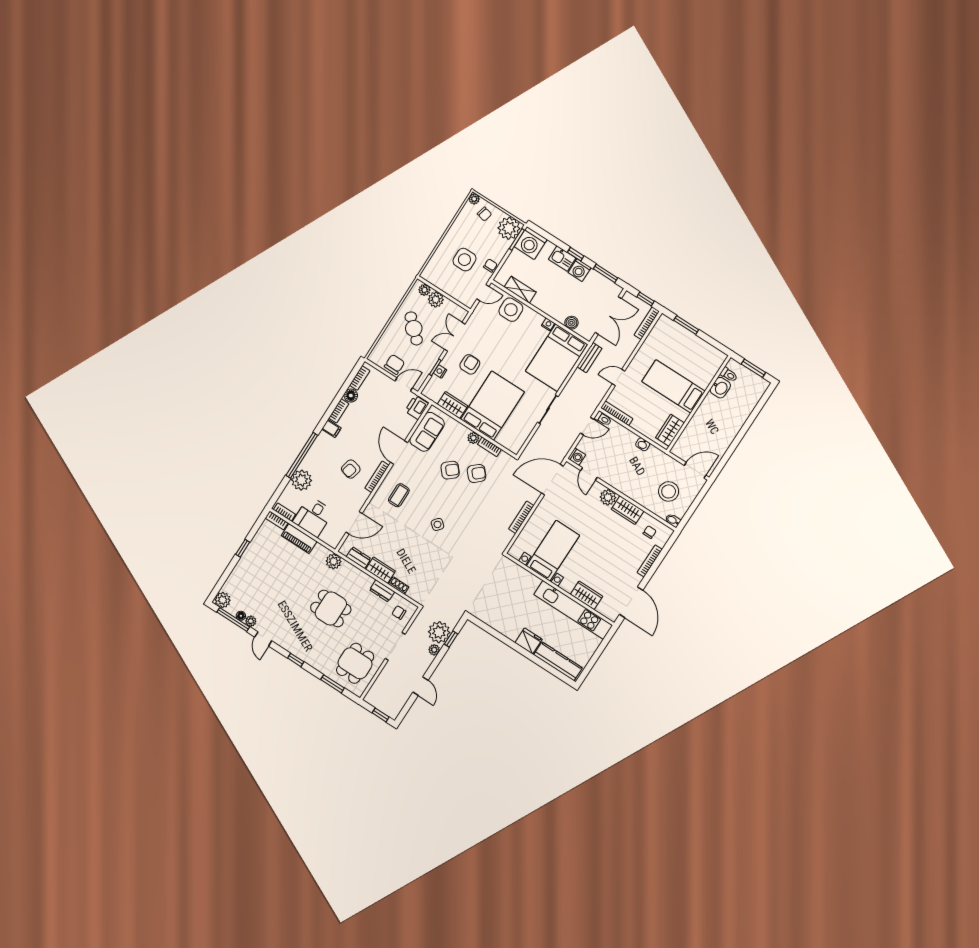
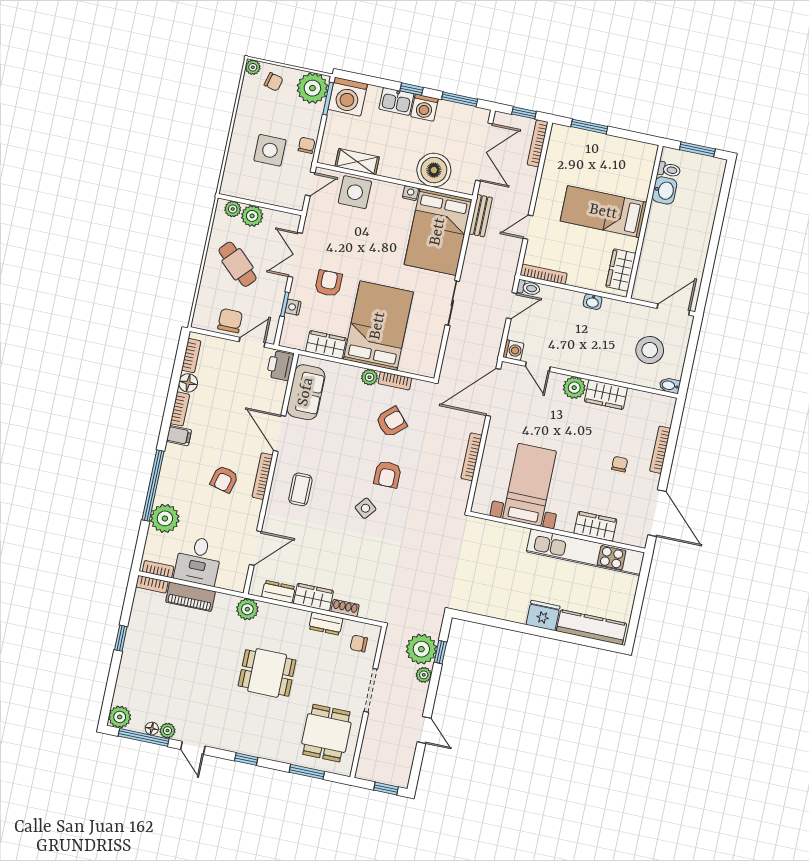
boiler: (571, 323) -> (434, 170), width x1.86, depth x1.86
armchair: (450, 470) -> (387, 474), moved, turned 130
chair: (650, 532) -> (620, 464), moved

